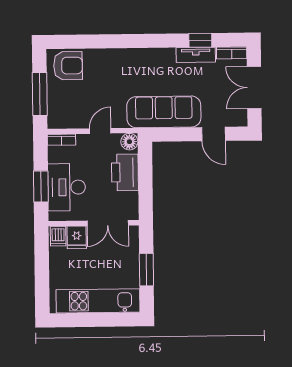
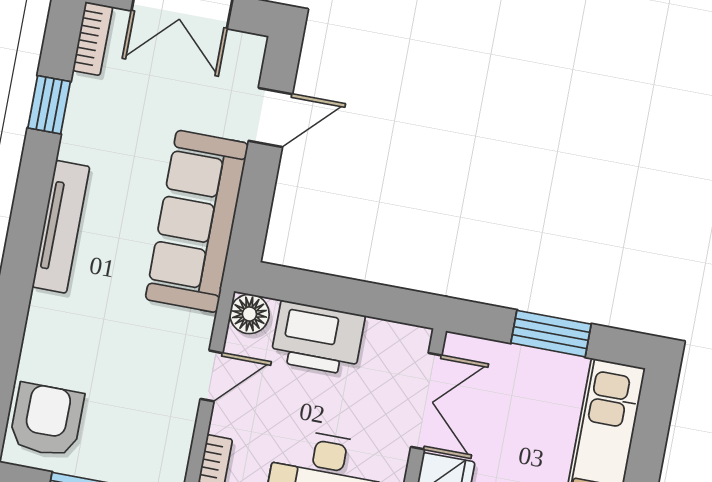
tv unit: (196, 55) -> (61, 227), moved, width x1.41
door: (100, 131) -> (211, 376), swing flipped

